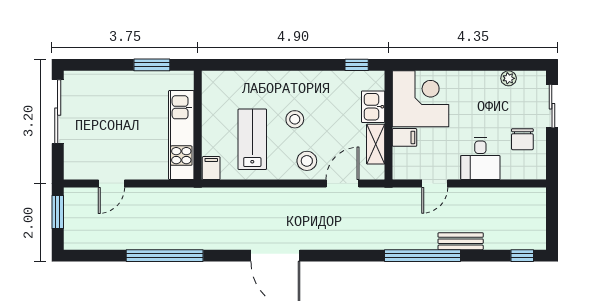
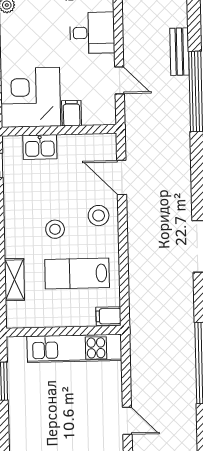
shelving: (376, 144) -> (15, 280), moved, turned 90

